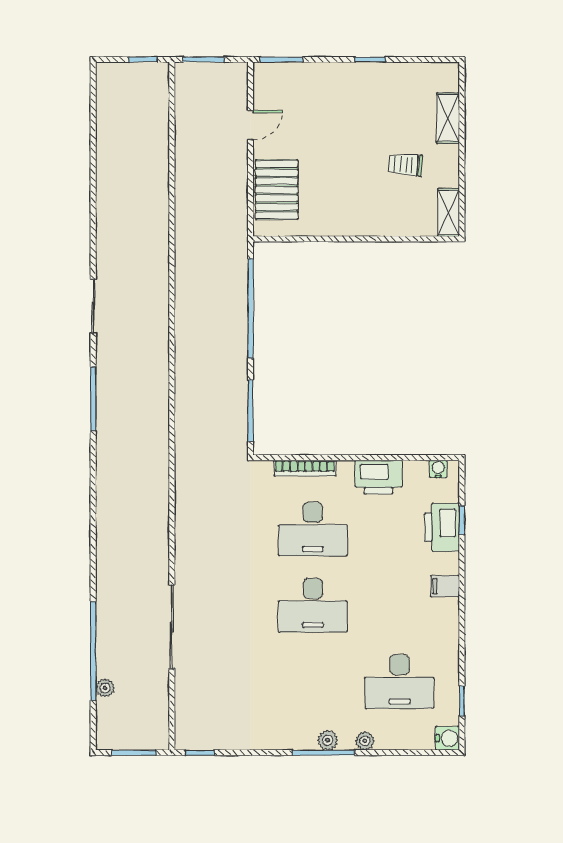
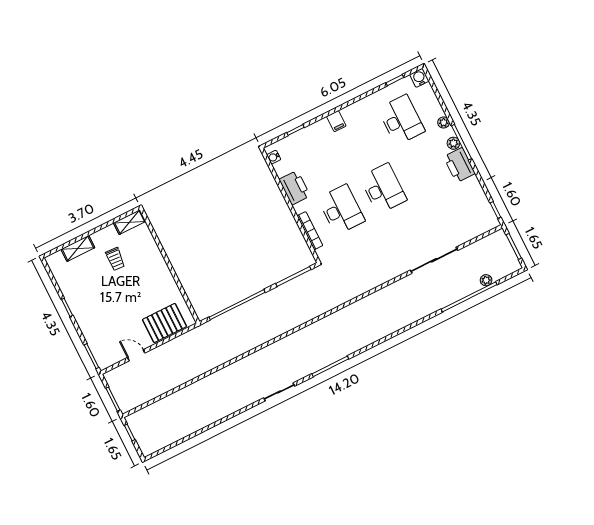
printer: (442, 527) -> (459, 165), moved, turned 90

